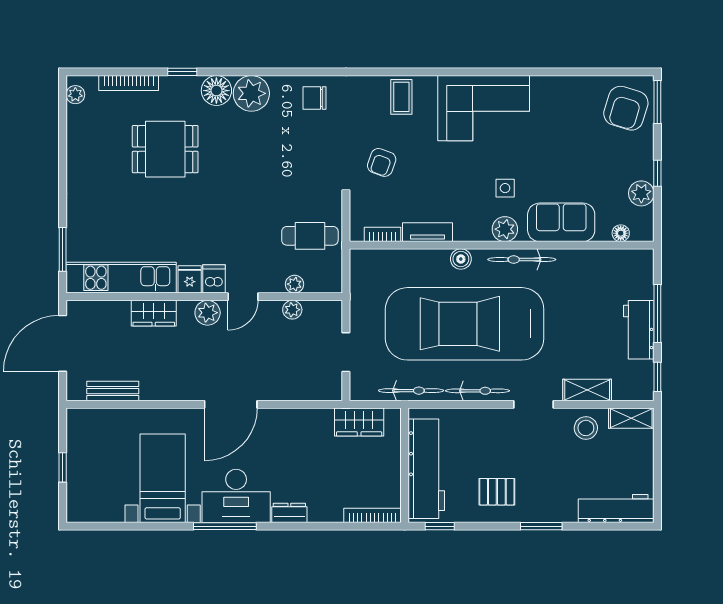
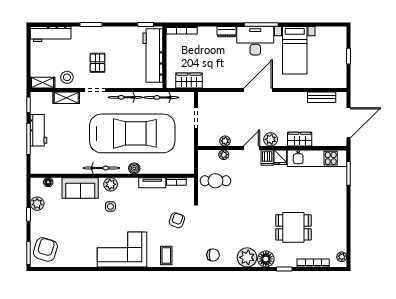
pallet: (497, 492) -> (97, 63), moved, turned 90

